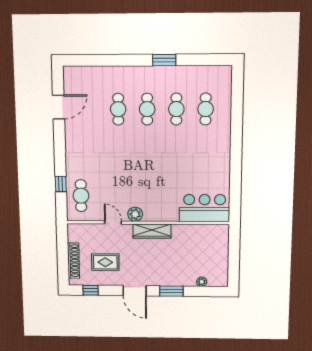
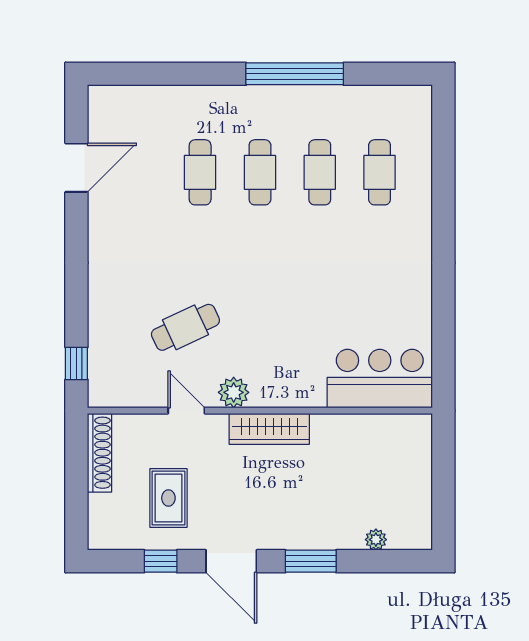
window: (164, 60) -> (295, 74), width x2.11
window: (61, 184) -> (76, 363), moved
cafe table: (81, 196) -> (185, 327), moved, turned 65
shoe rack: (73, 261) -> (100, 453), moved
rug: (105, 262) -> (168, 498), turned 90
window: (91, 290) -> (161, 561), moved

